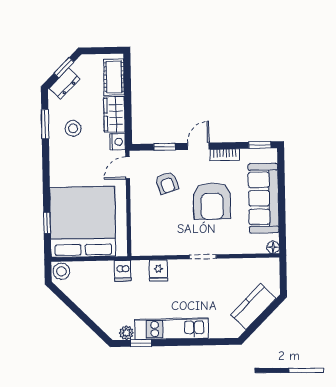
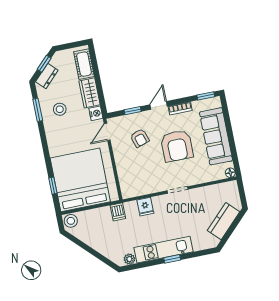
window: (141, 343) -> (172, 259), moved

